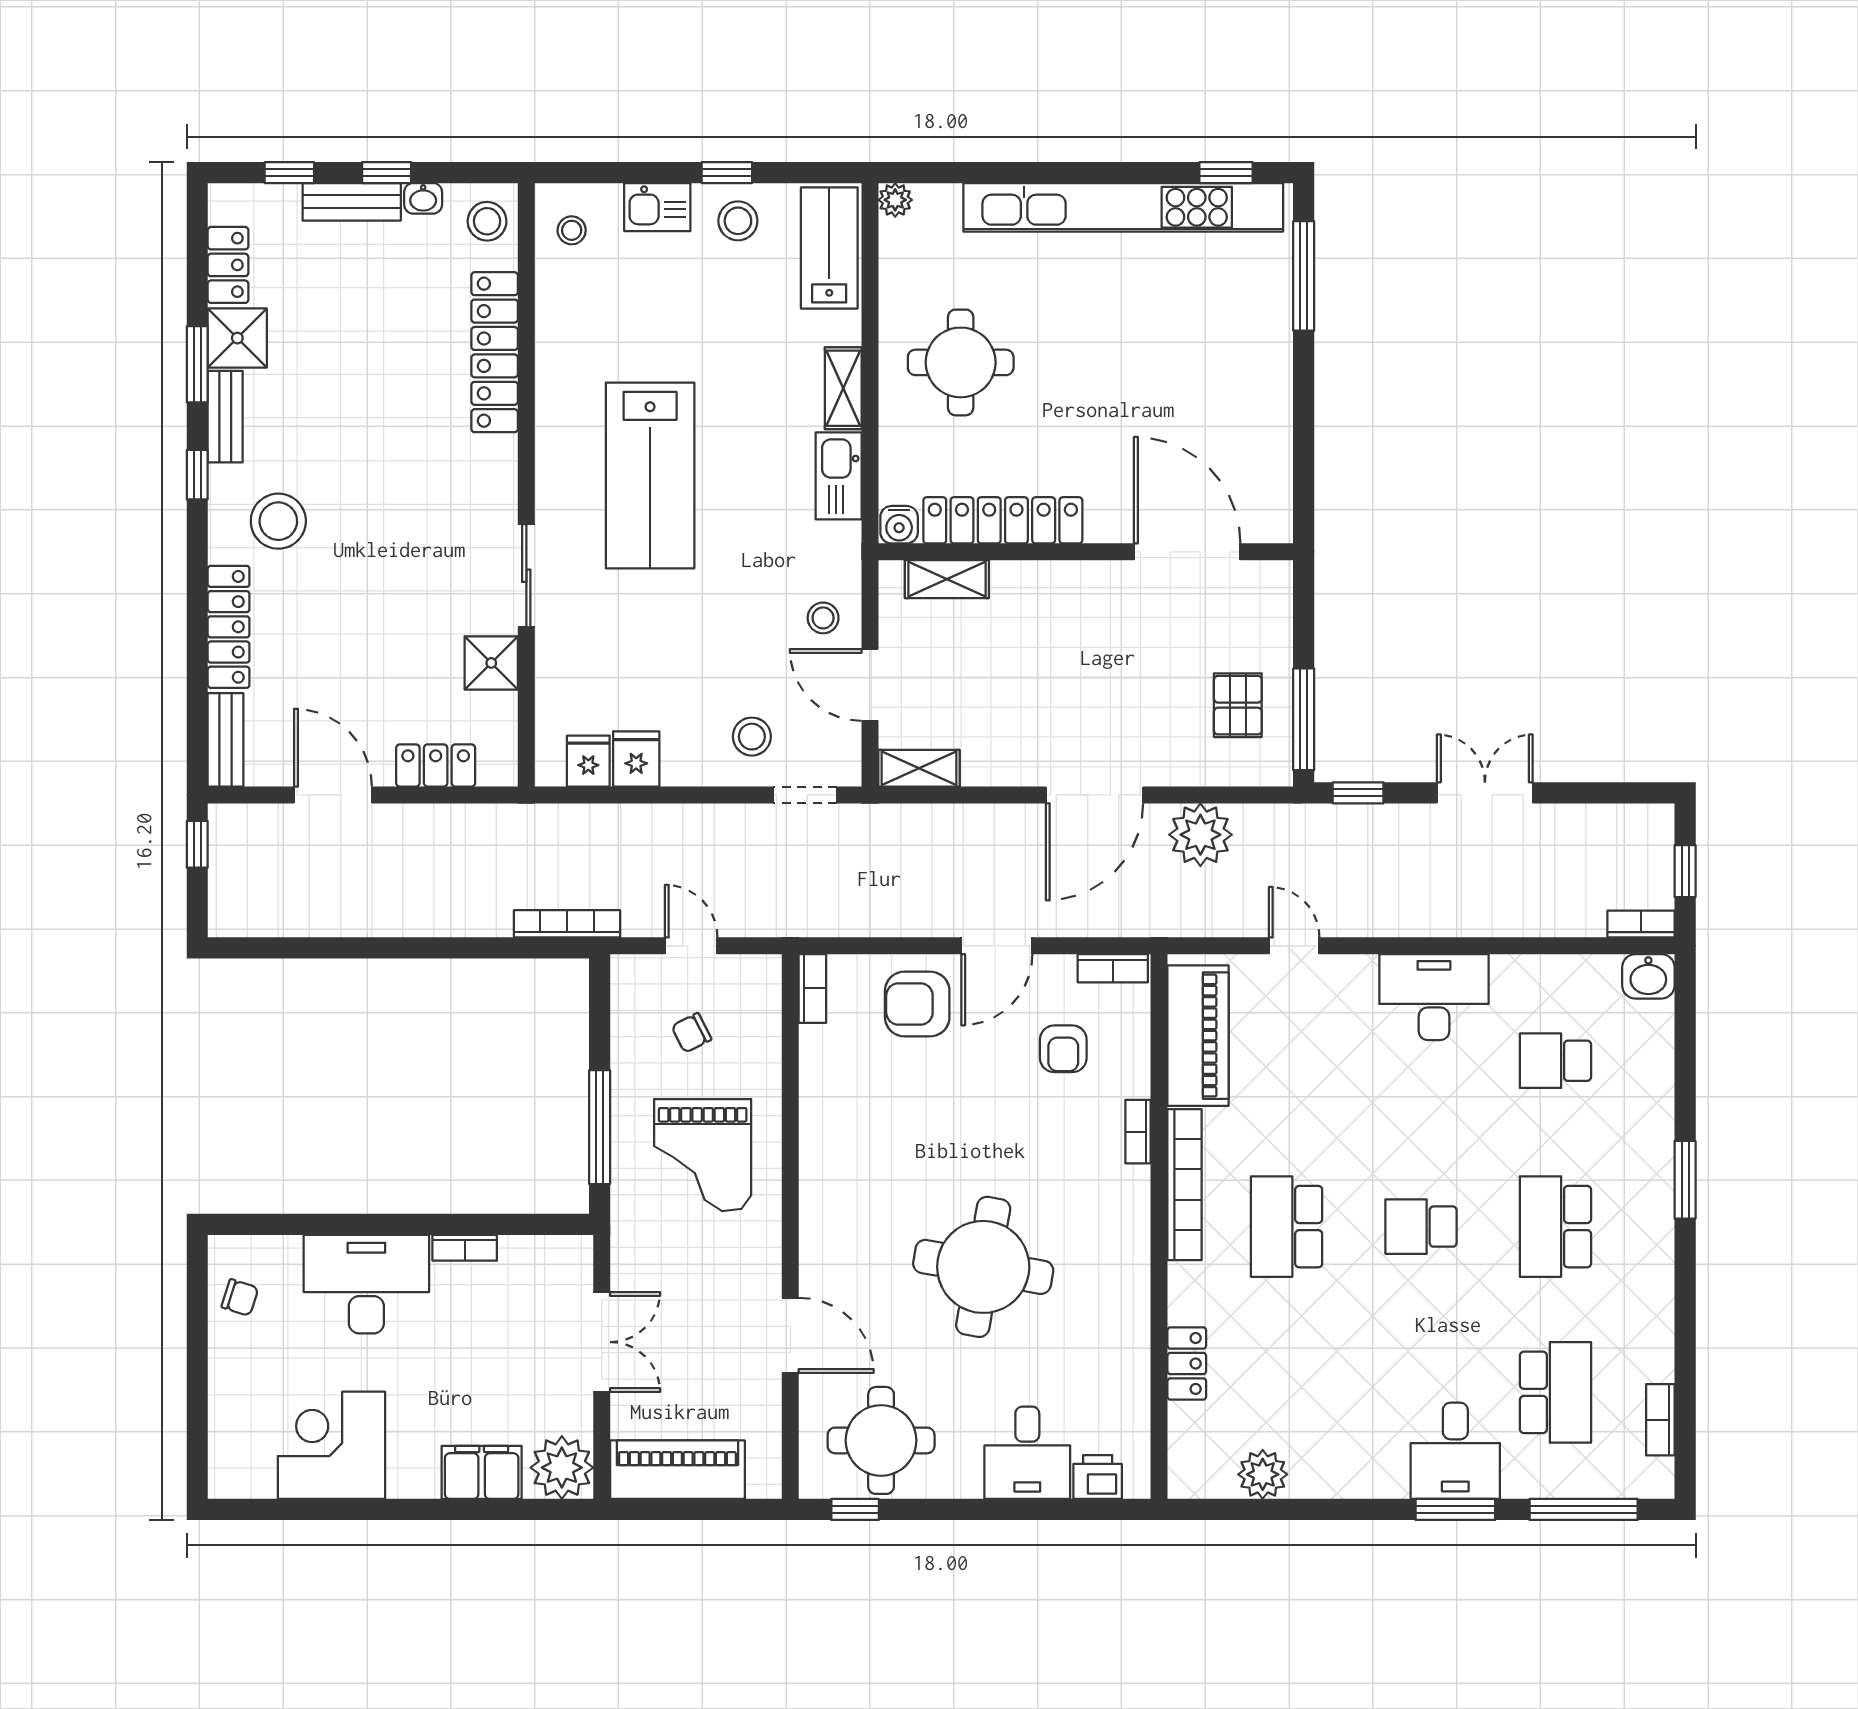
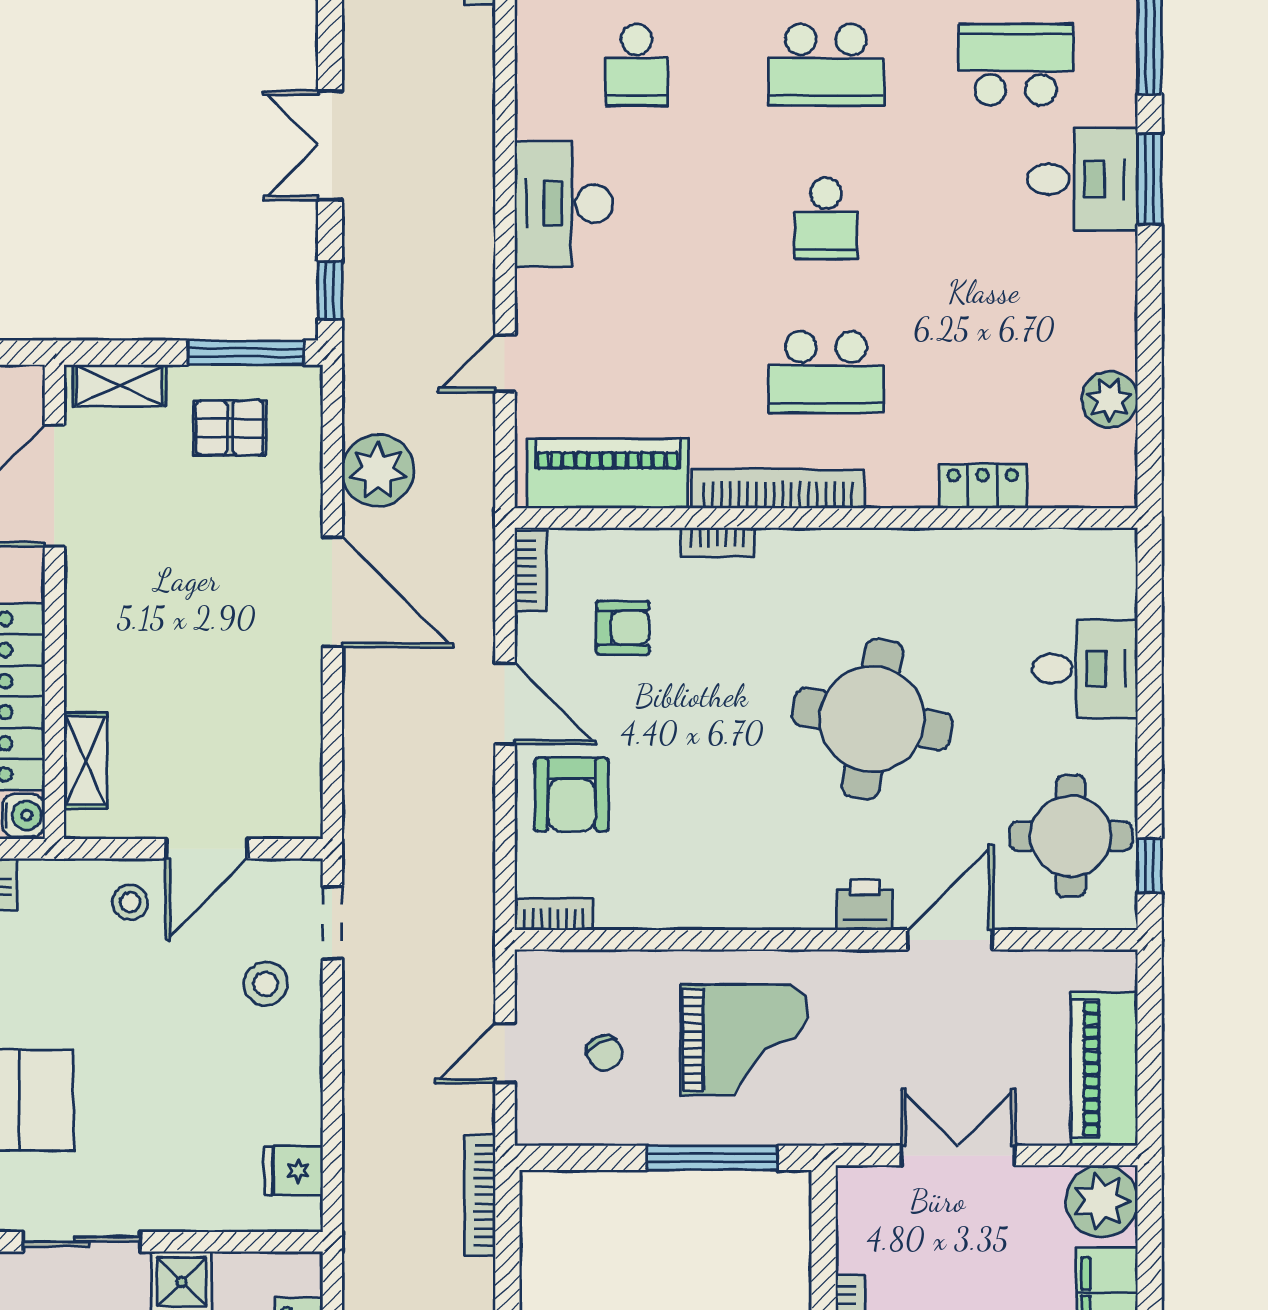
fridge: (636, 759) -> (291, 1116), removed
shelving: (919, 768) -> (119, 385), moved, turned 90
printer: (1098, 1477) -> (865, 905), moved, turned 90

